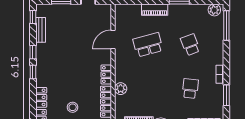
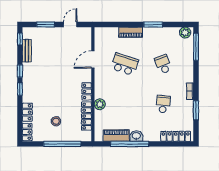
school desk: (148, 45) -> (125, 64), turned 33

